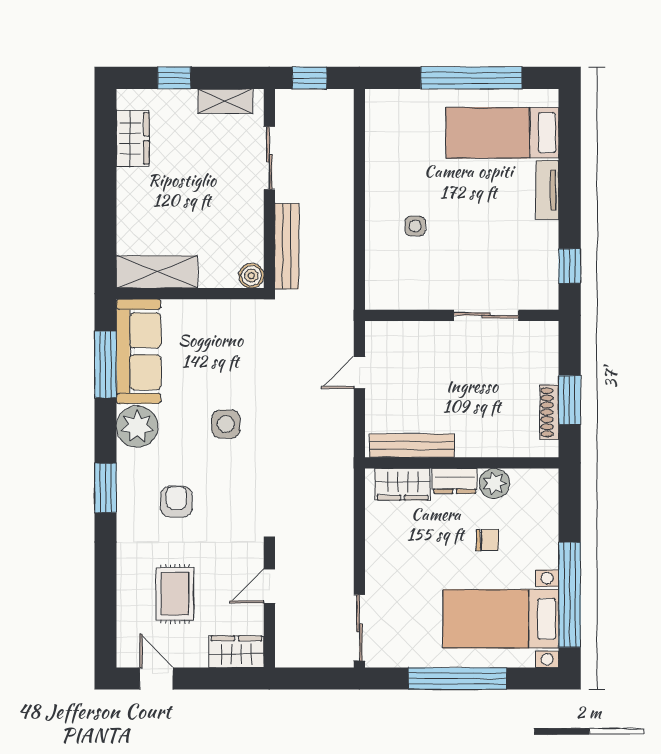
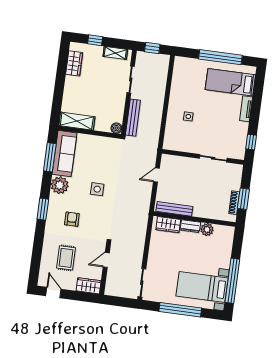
chair: (487, 540) -> (201, 253), removed

